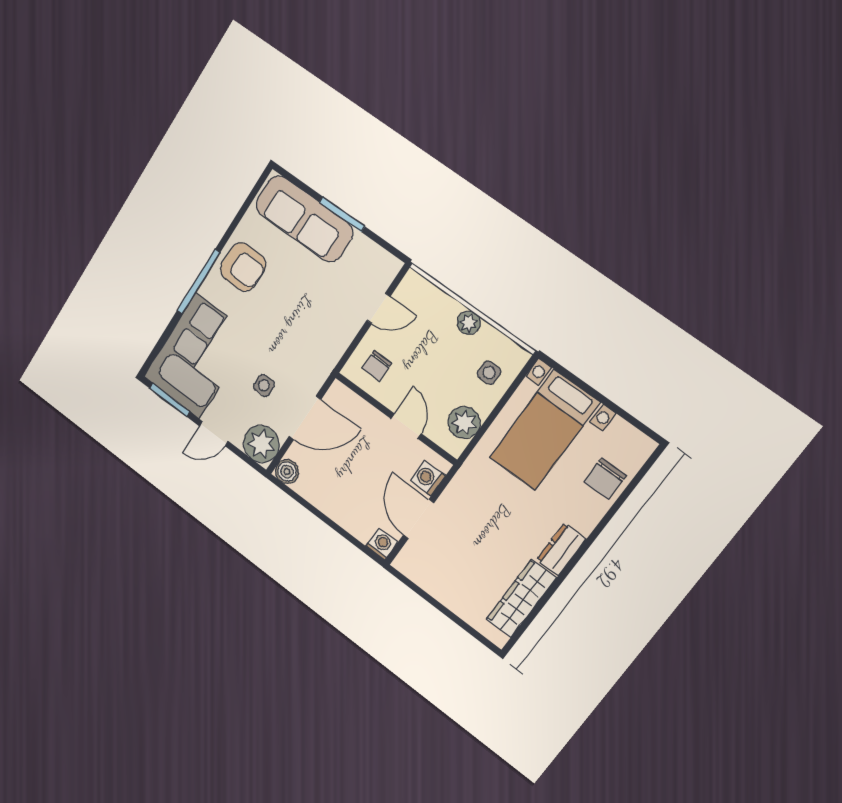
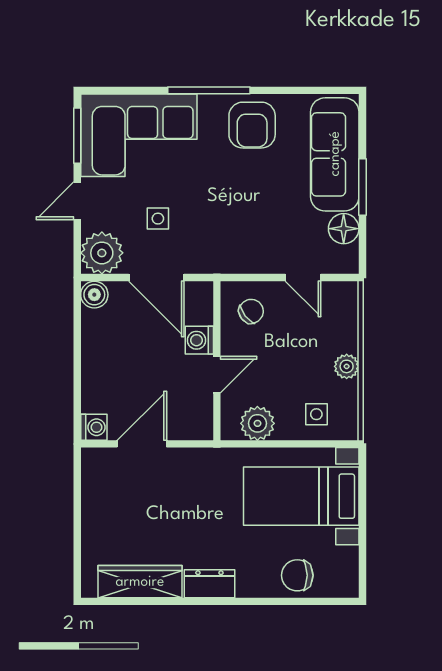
floor lamp: (363, 251) -> (344, 229), added
chair: (377, 366) -> (251, 311), turned 142
door: (214, 434) -> (77, 201), hinge flipped
washing machine: (428, 478) -> (199, 340), moved, turned -90

